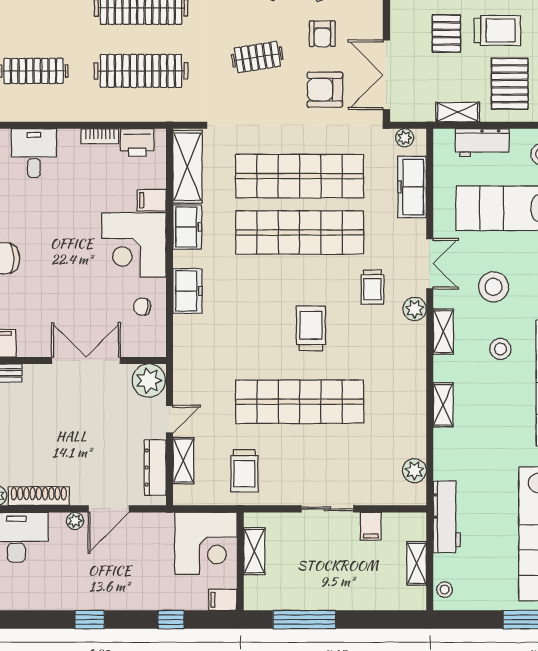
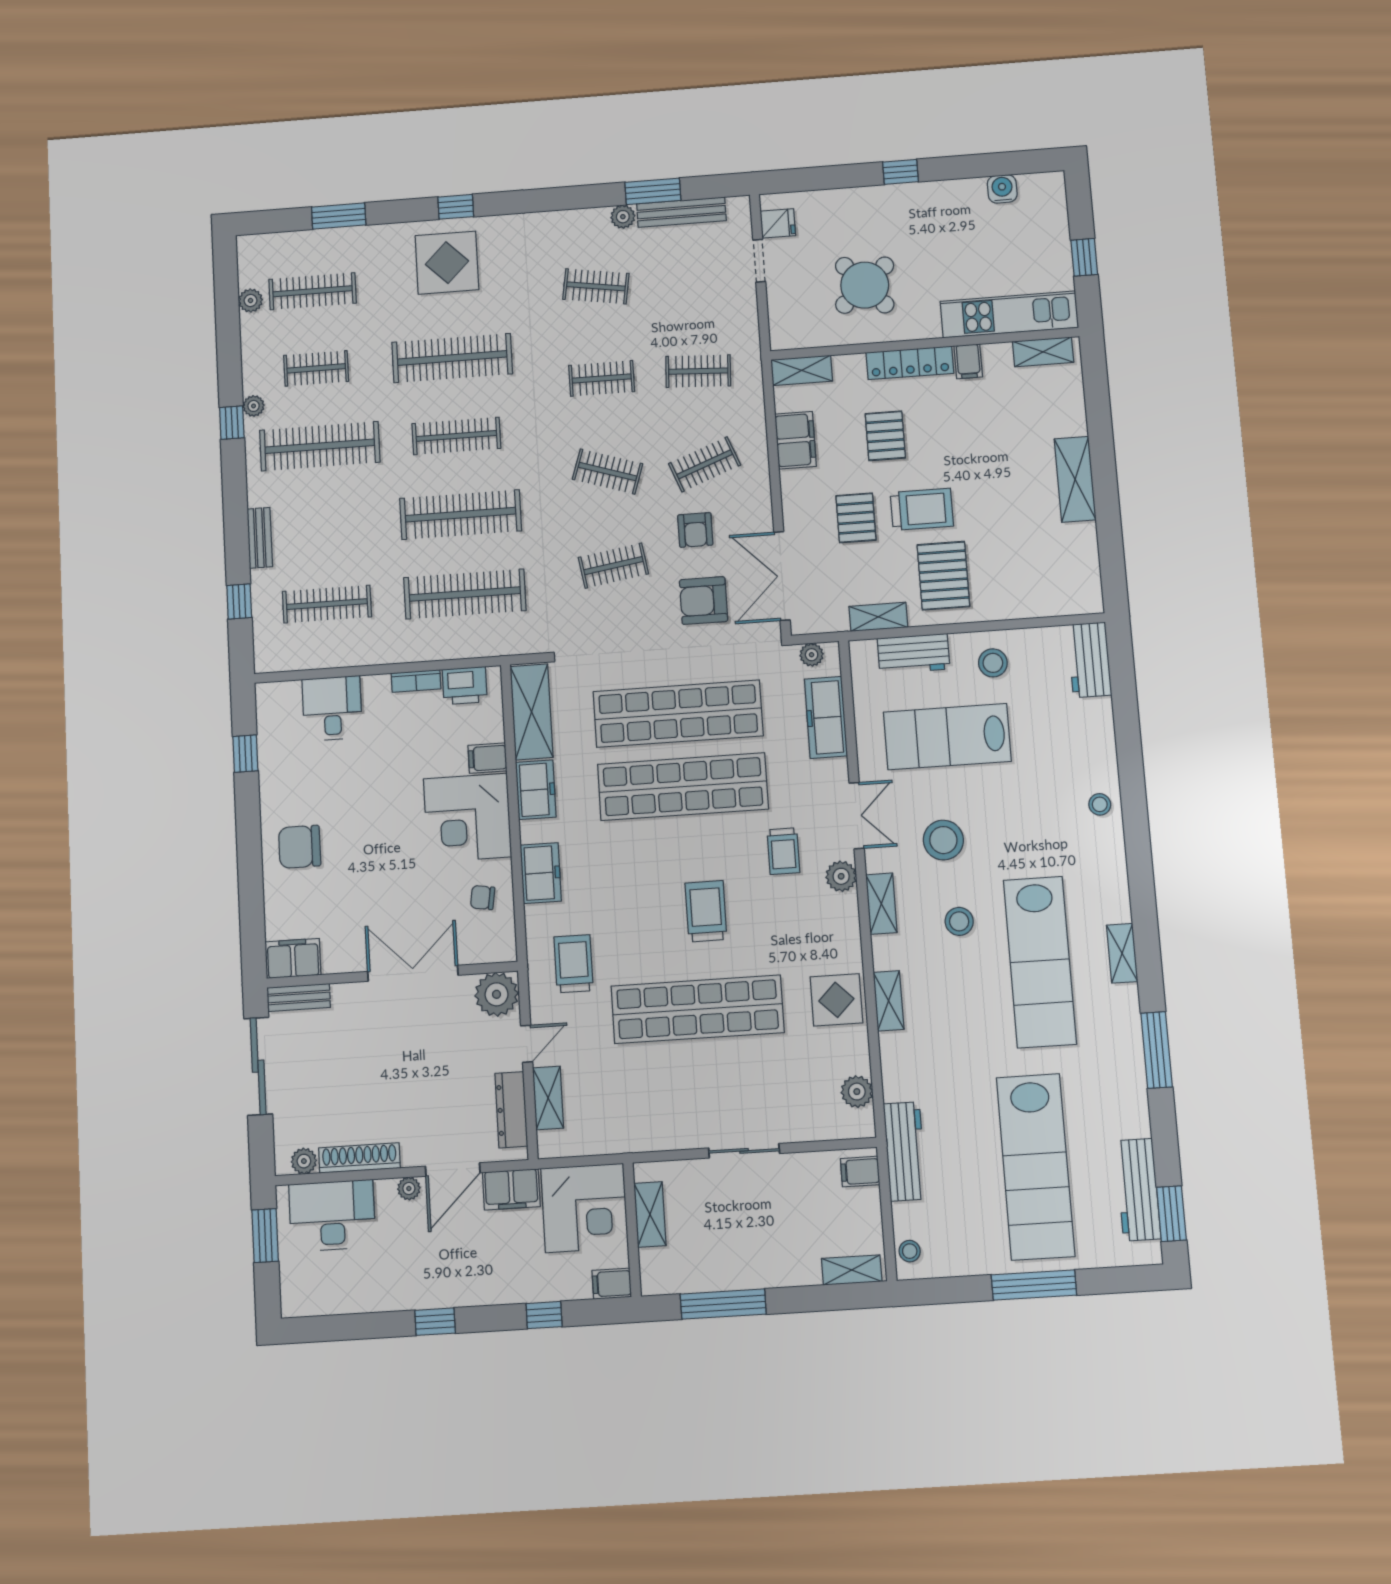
display table: (404, 402) -> (836, 1000), added
trolley: (244, 471) -> (574, 964), moved, turned 180
filing cabinet: (152, 526) -> (511, 1189), added
filing cabinet: (371, 526) -> (860, 1172), moved, turned 90
shelving: (417, 563) -> (852, 1270), moved, turned 90

